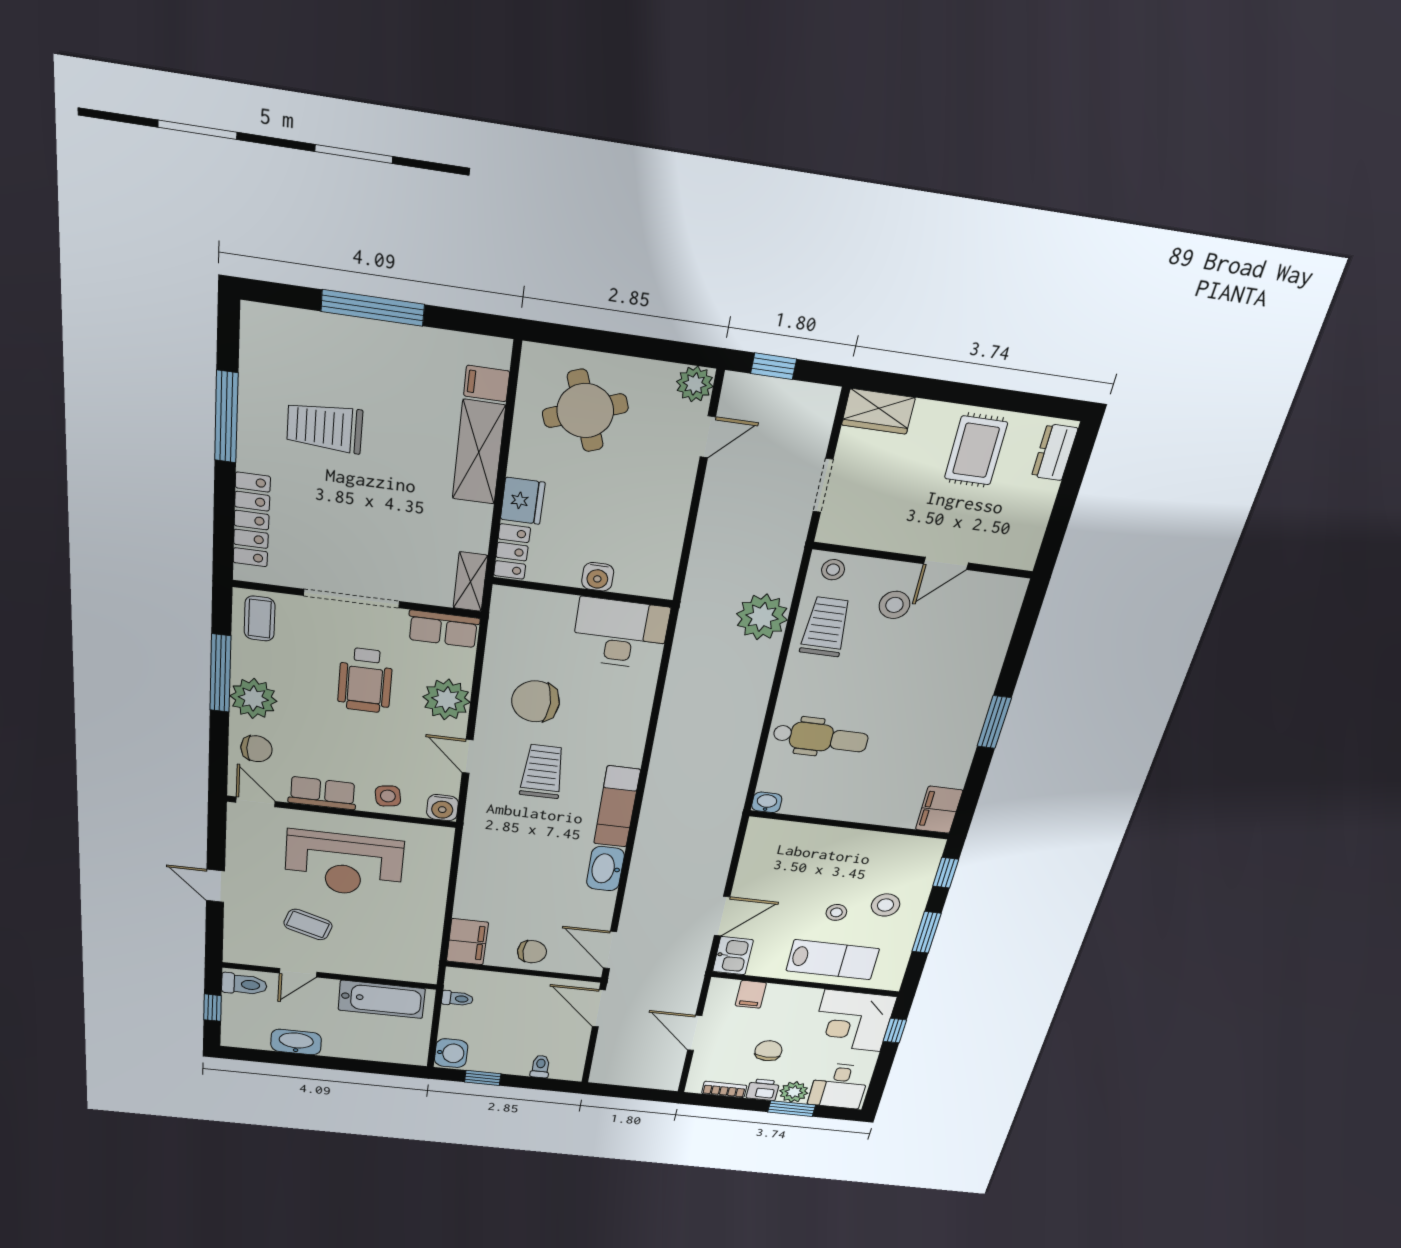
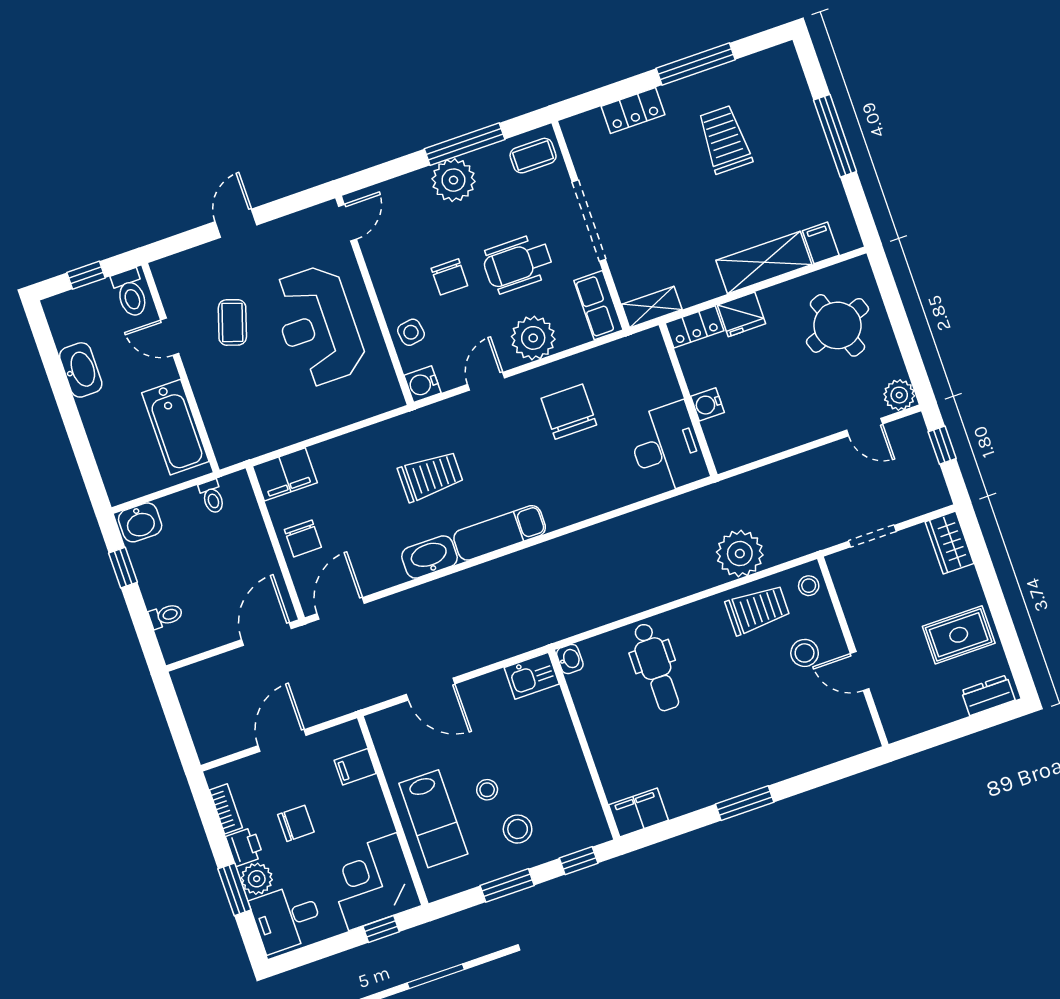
locker: (252, 520) -> (633, 110), width x0.66
chair: (256, 749) -> (449, 277), moved
trolley: (542, 771) -> (431, 476), moved
row of seats: (322, 793) -> (386, 276), removed
kitchen sink: (733, 956) -> (532, 676), moved

